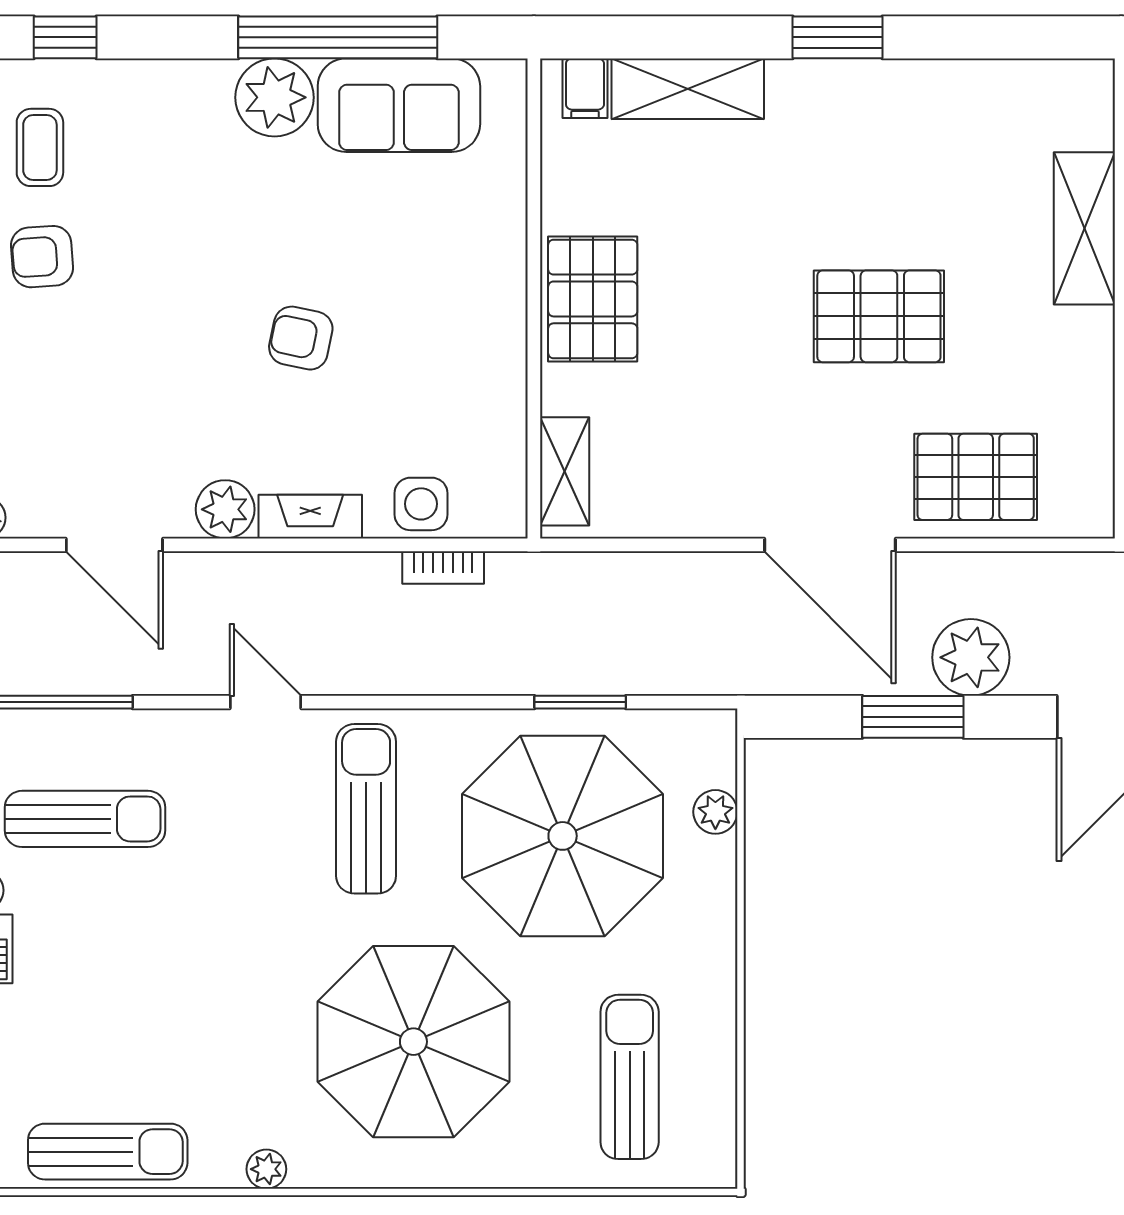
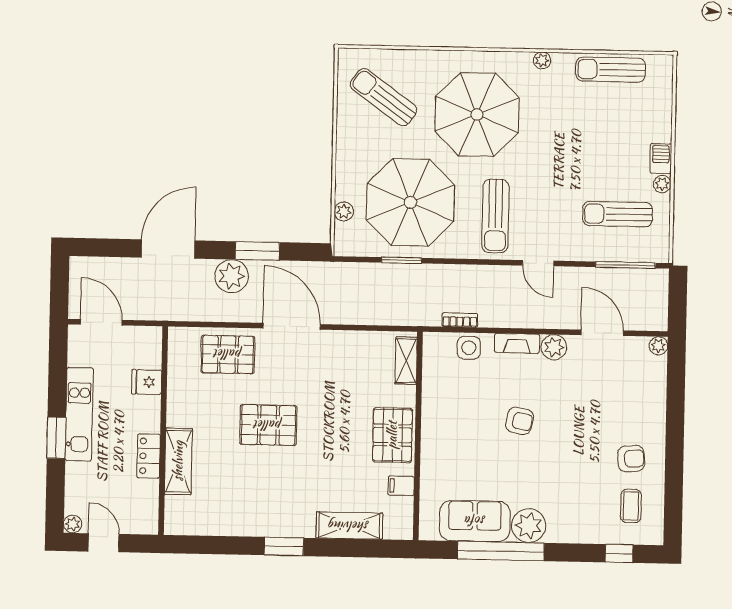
filing cabinet: (585, 88) -> (401, 486), moved, turned -90
sun lounger: (630, 1077) -> (383, 97), turned 126

